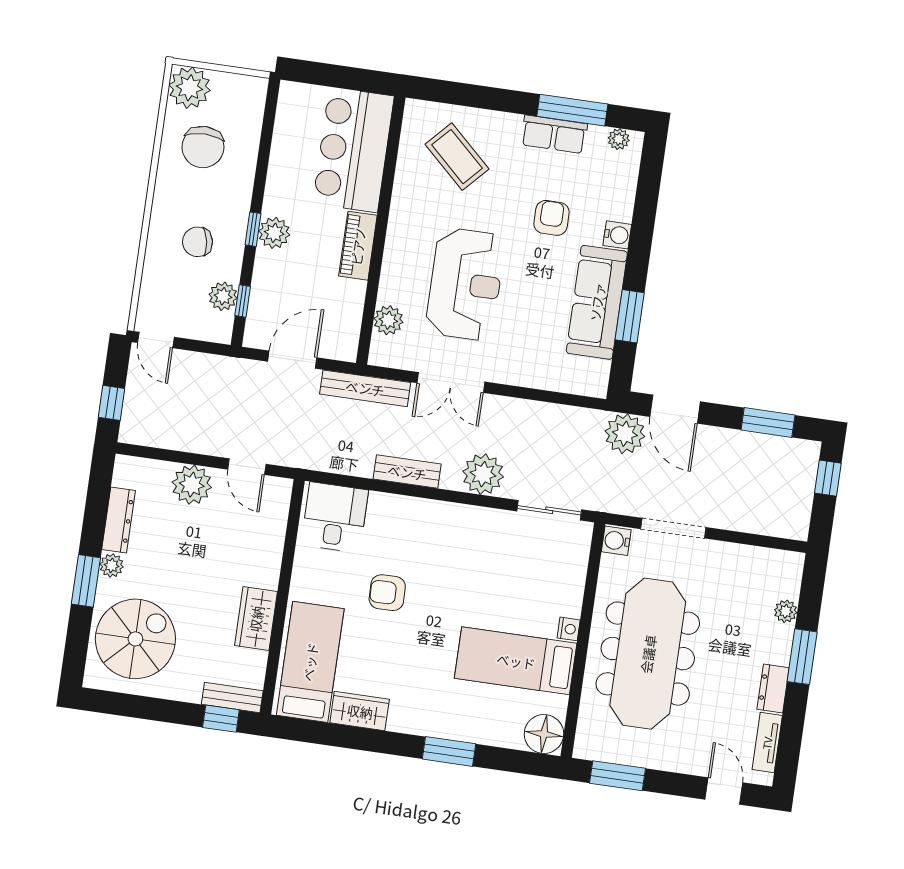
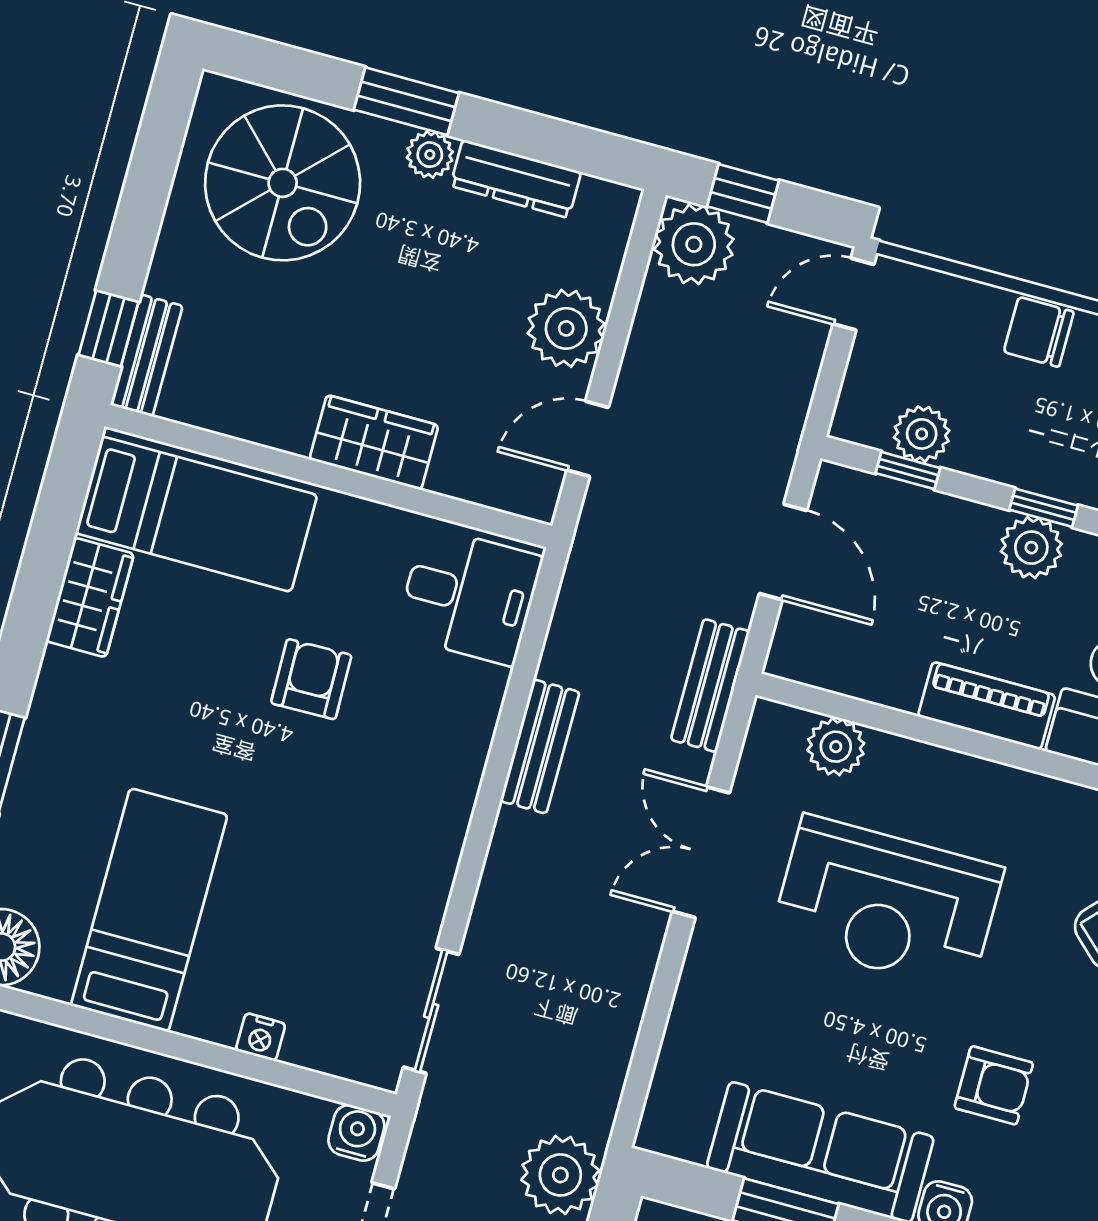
chair: (197, 242) -> (1039, 332), moved, turned -80
bench: (365, 388) -> (710, 686), width x0.73
plant: (483, 474) -> (694, 244), moved
wardrobe: (256, 619) -> (374, 442), moved
nightstand: (569, 629) -> (261, 1037), moved

